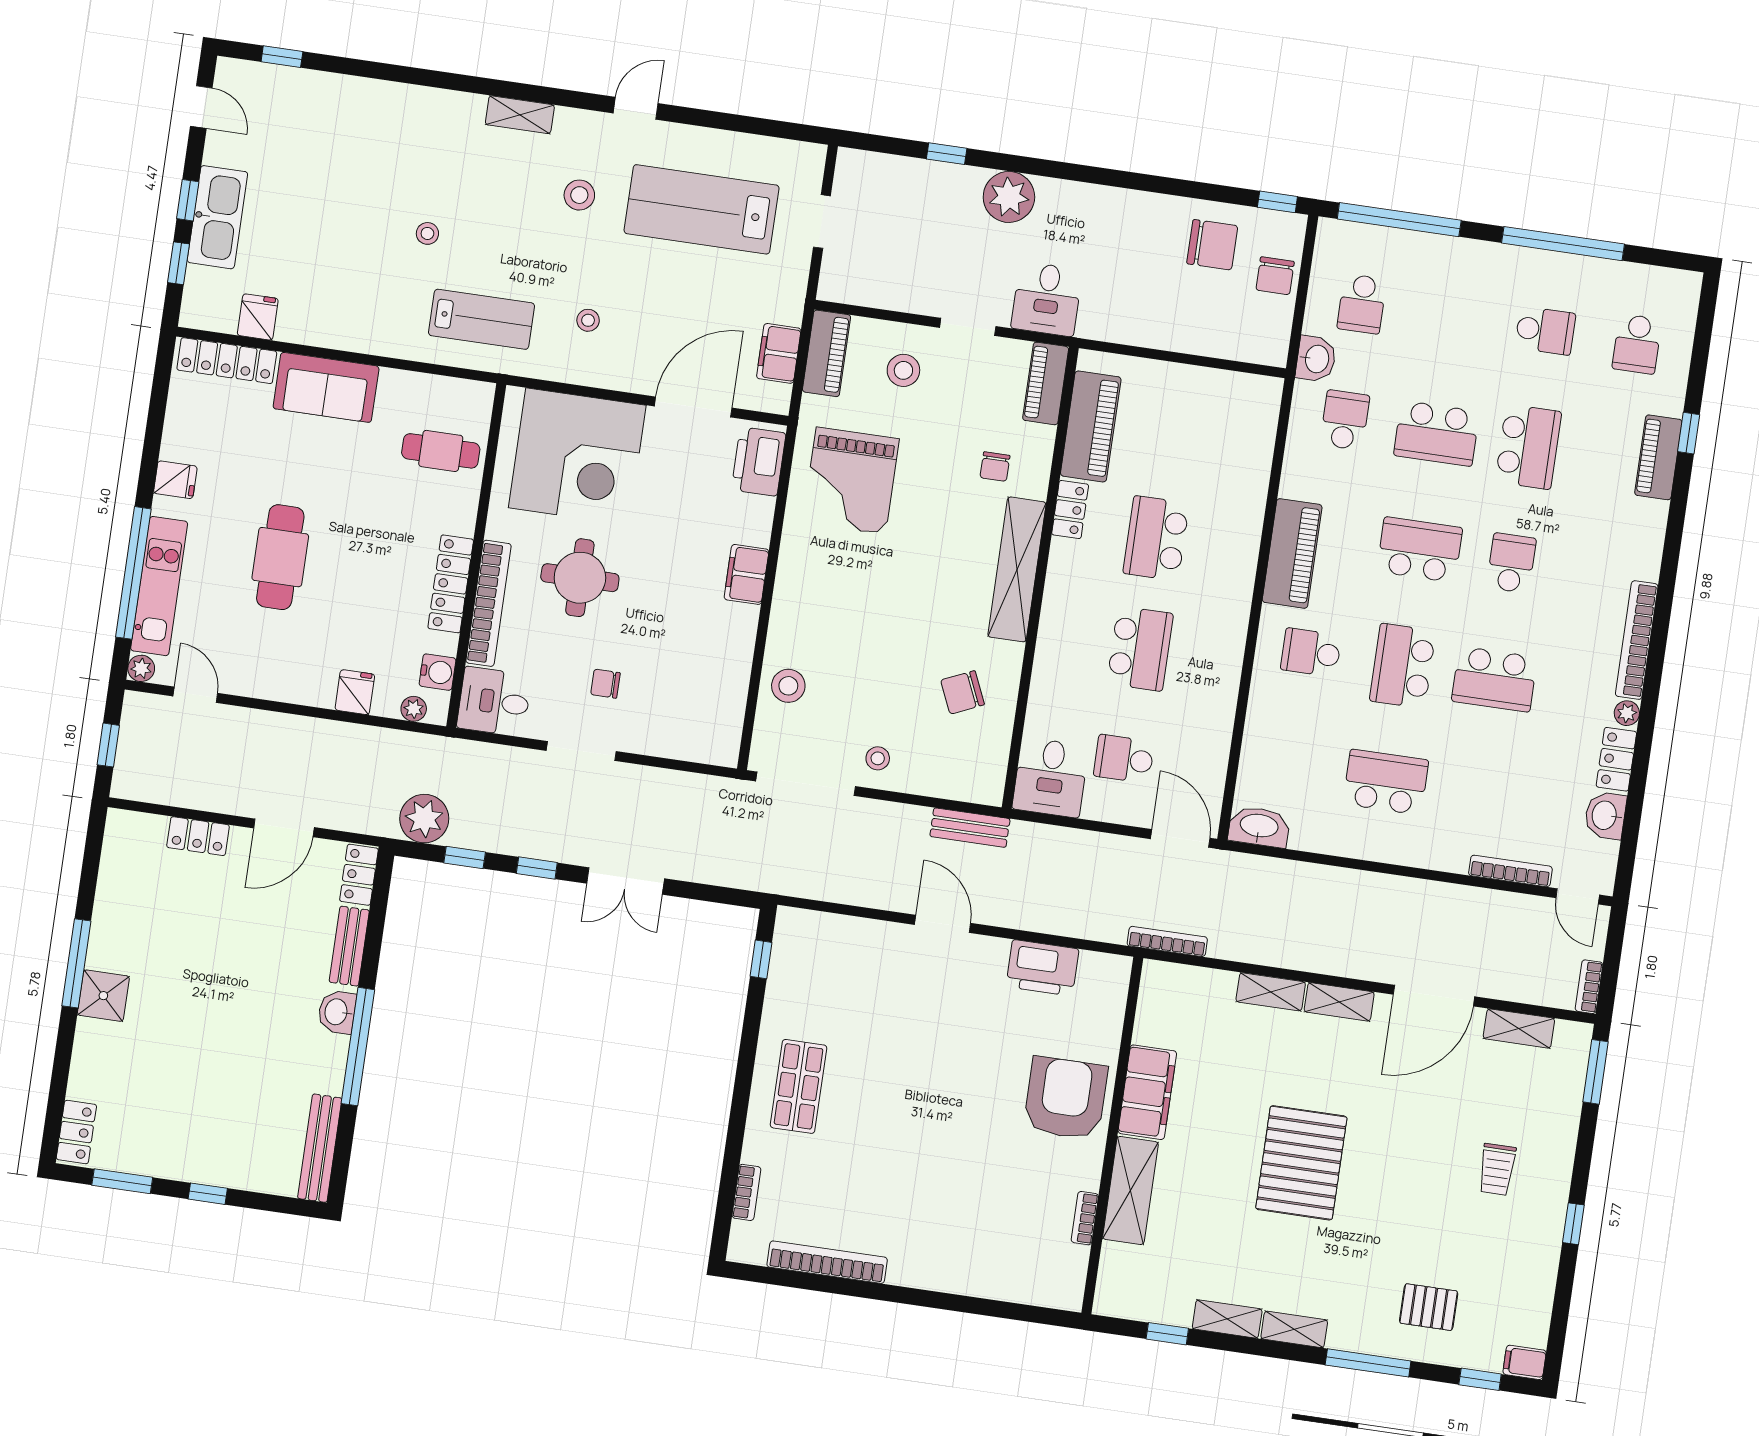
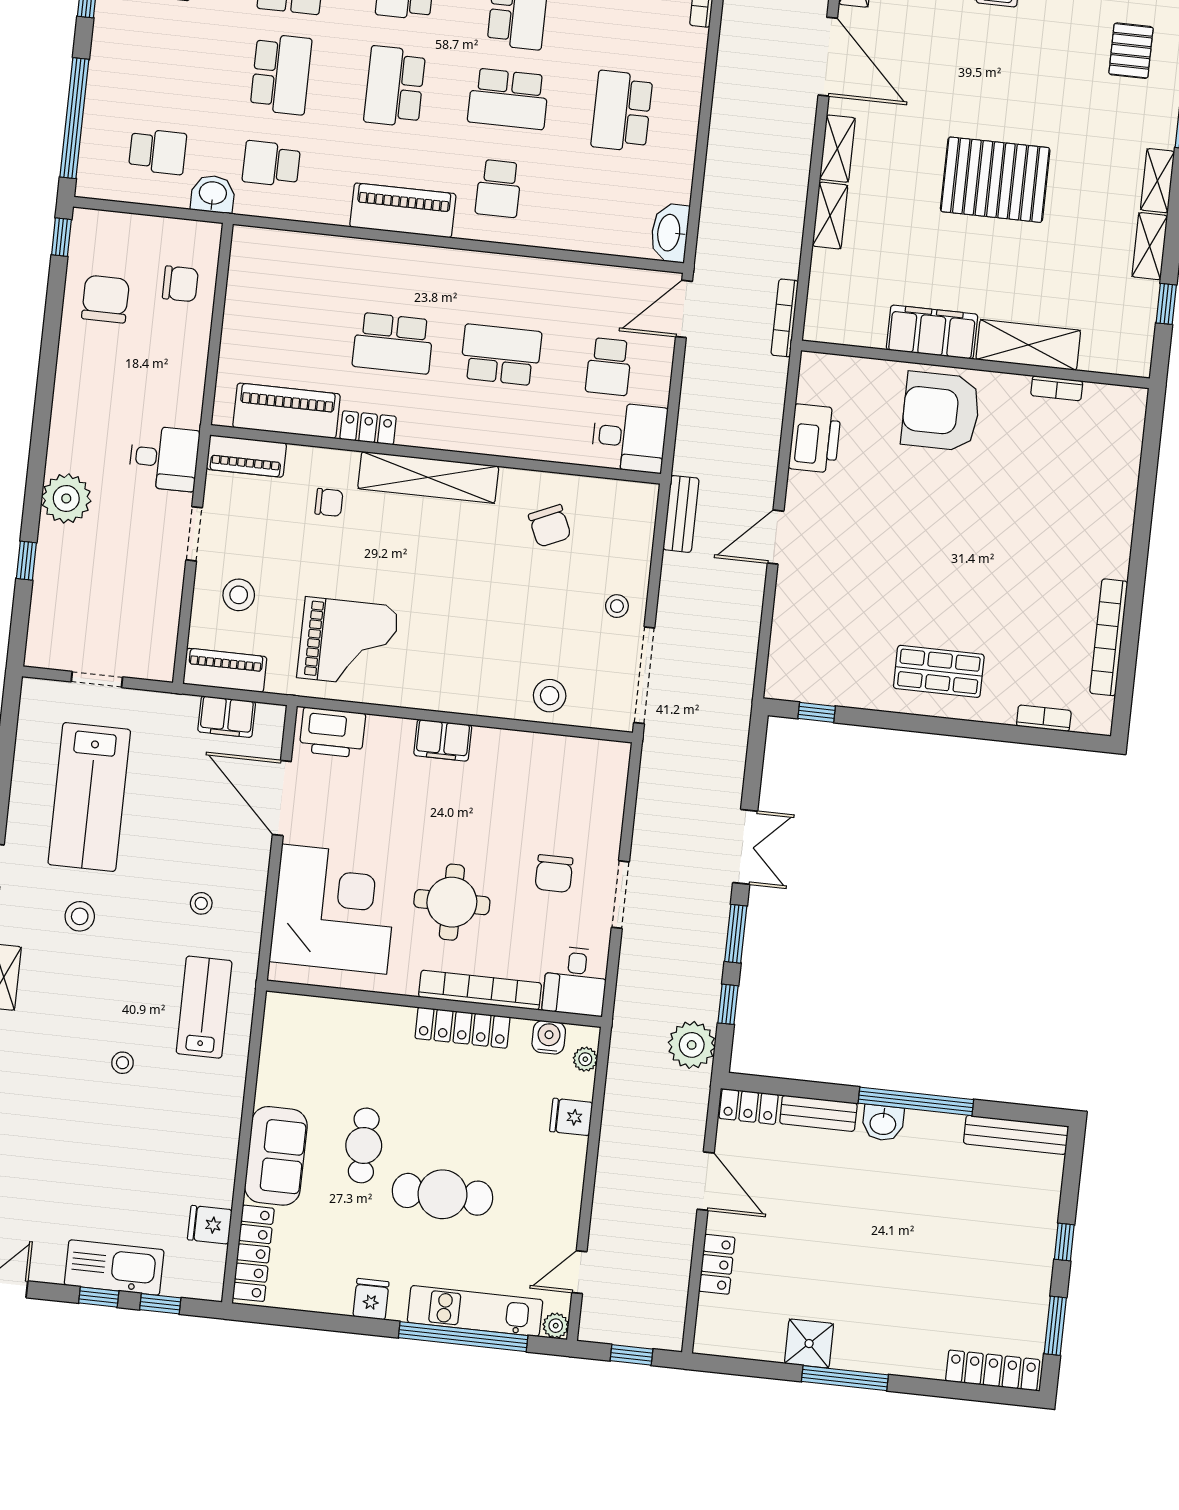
chair: (1275, 276) -> (180, 284), moved
cafe table: (441, 451) -> (364, 1145), moved
chair: (605, 684) -> (554, 874), width x1.37, depth x1.37
window: (537, 868) -> (736, 934), width x1.50
shower: (103, 996) -> (809, 1344), moved
locker: (76, 1132) -> (993, 1370), width x1.53

